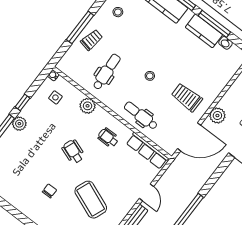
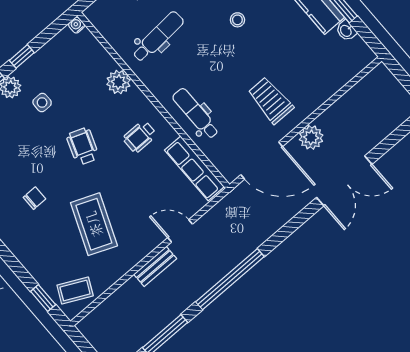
stool: (150, 76) -> (237, 20), moved
side table: (55, 97) -> (42, 102), moved
wheelchair: (108, 138) -> (140, 137), turned -90
door: (146, 192) -> (180, 231), swing flipped

